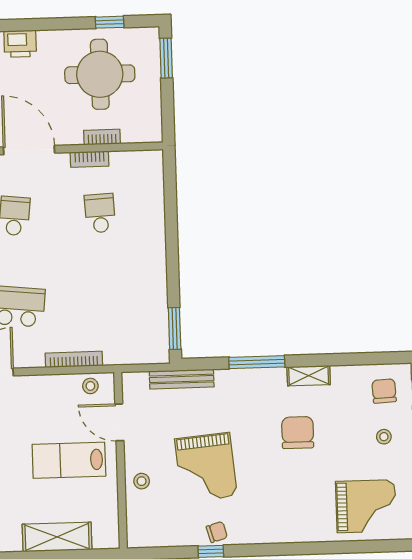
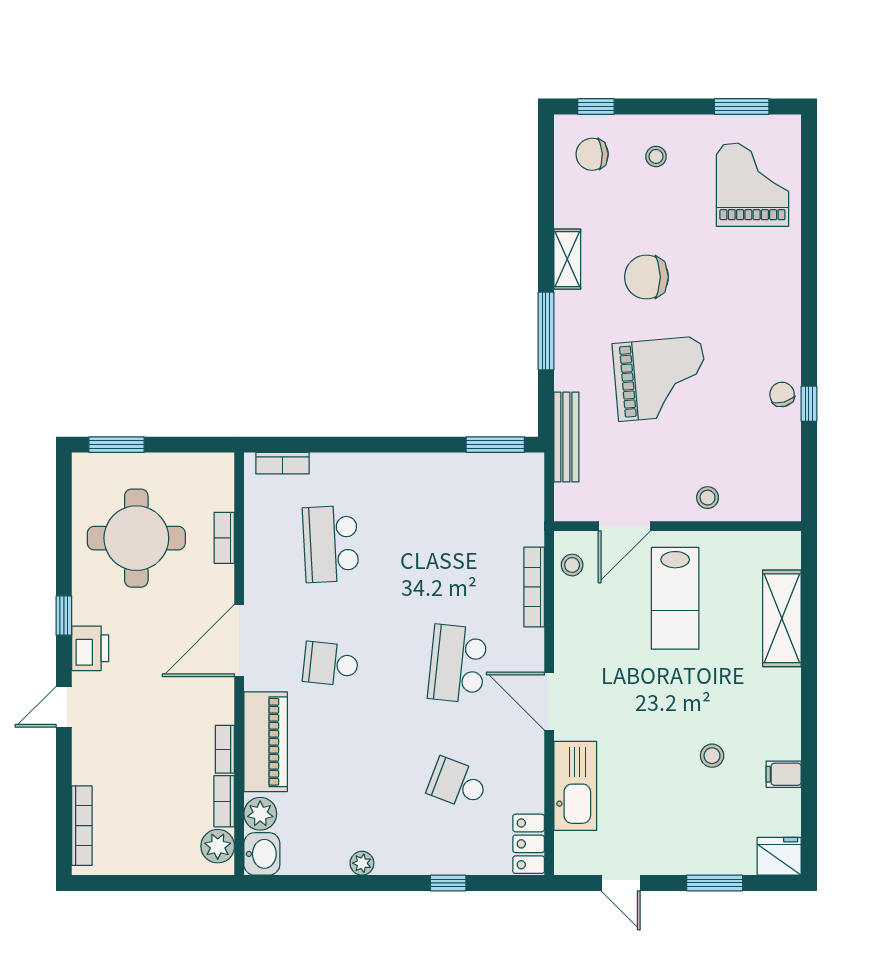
window: (110, 22) -> (64, 615), moved
bookcase: (89, 159) -> (283, 463), moved, turned 90
school desk: (100, 213) -> (331, 544), width x1.85
grand piano: (206, 467) -> (660, 379), moved

